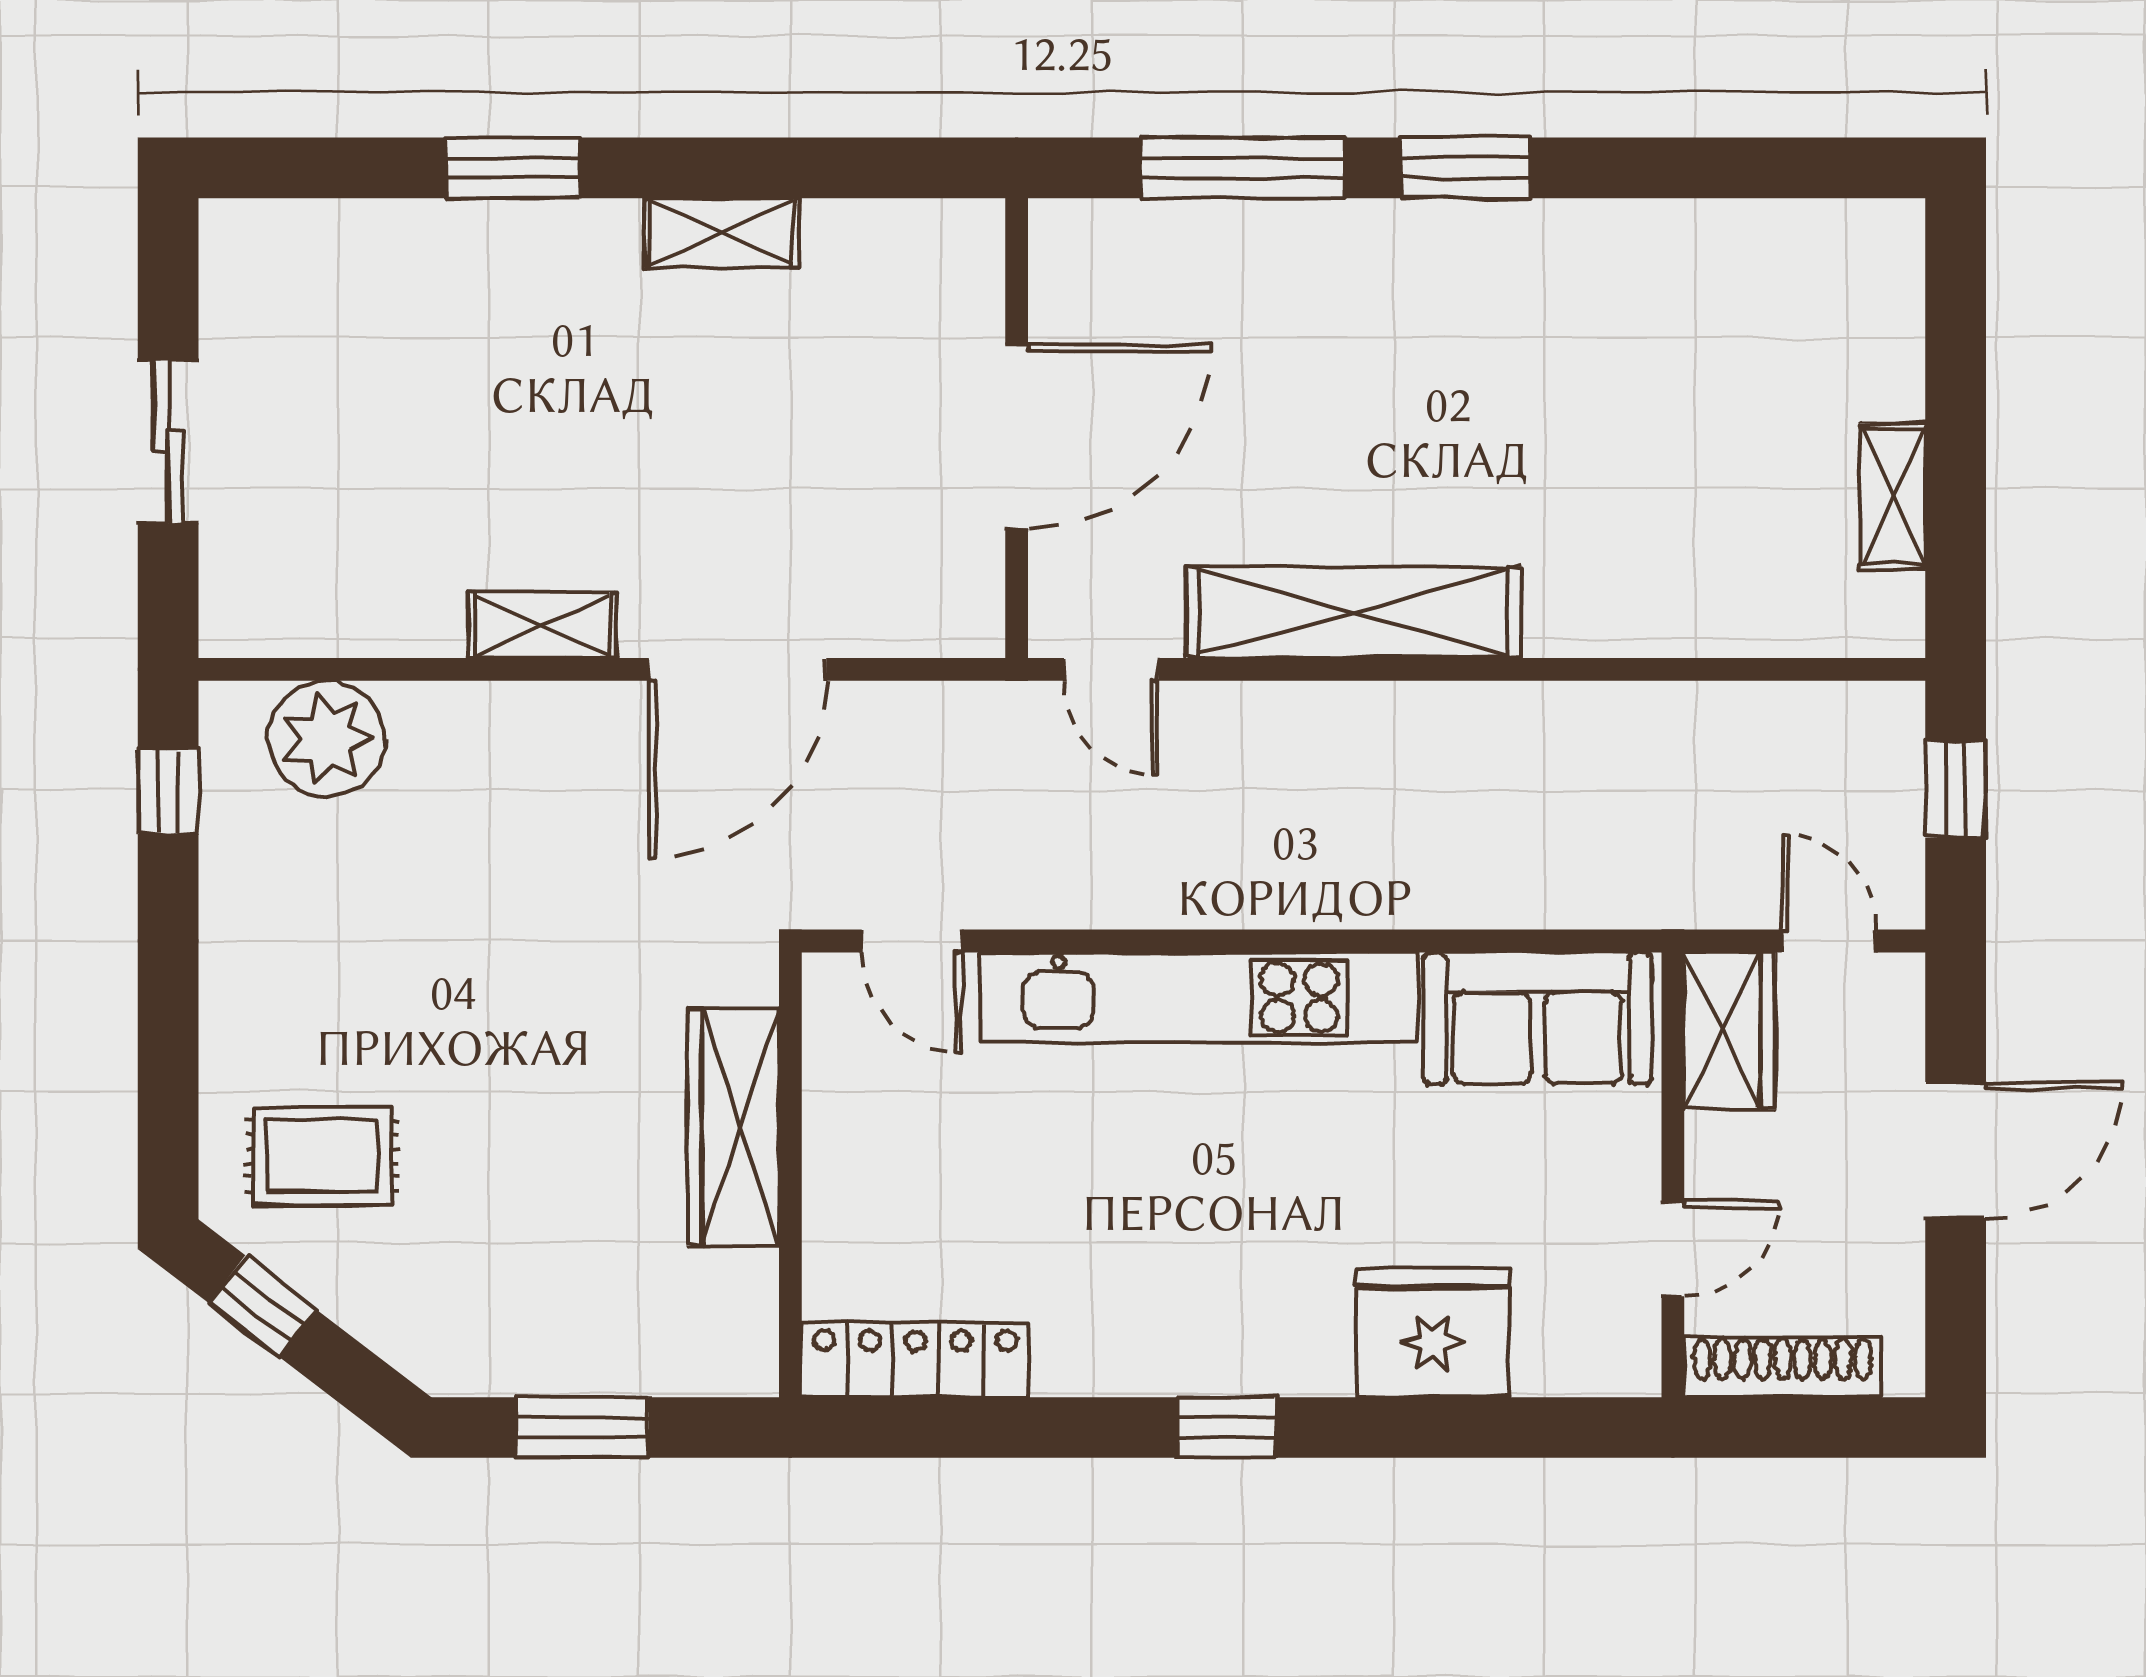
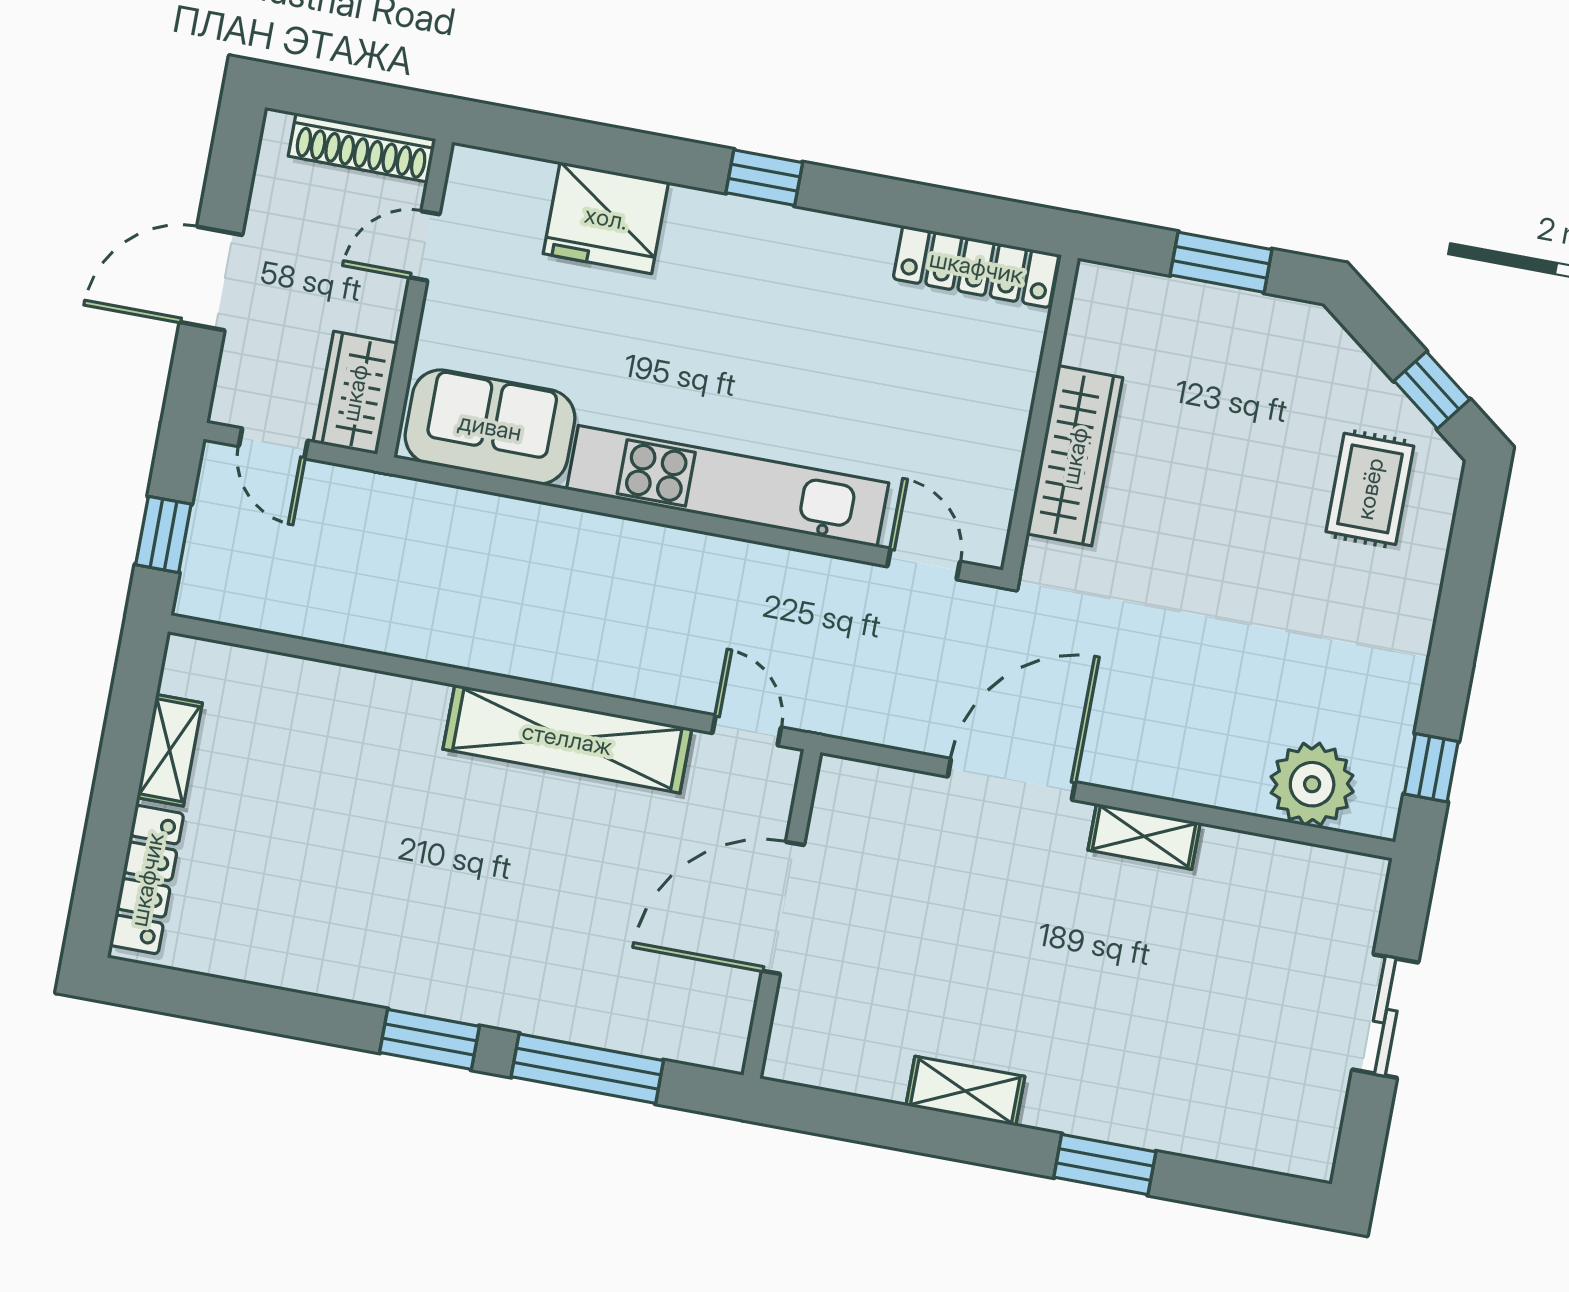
locker: (1891, 314) -> (147, 880), added
rug: (322, 1156) -> (1370, 489), turned 90

